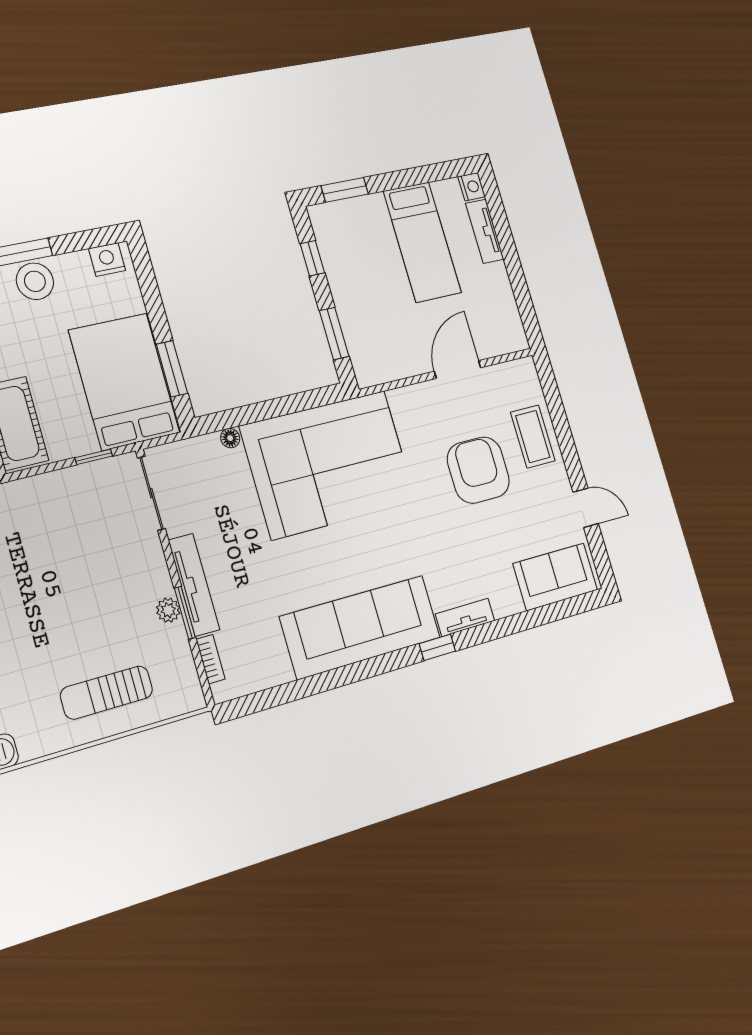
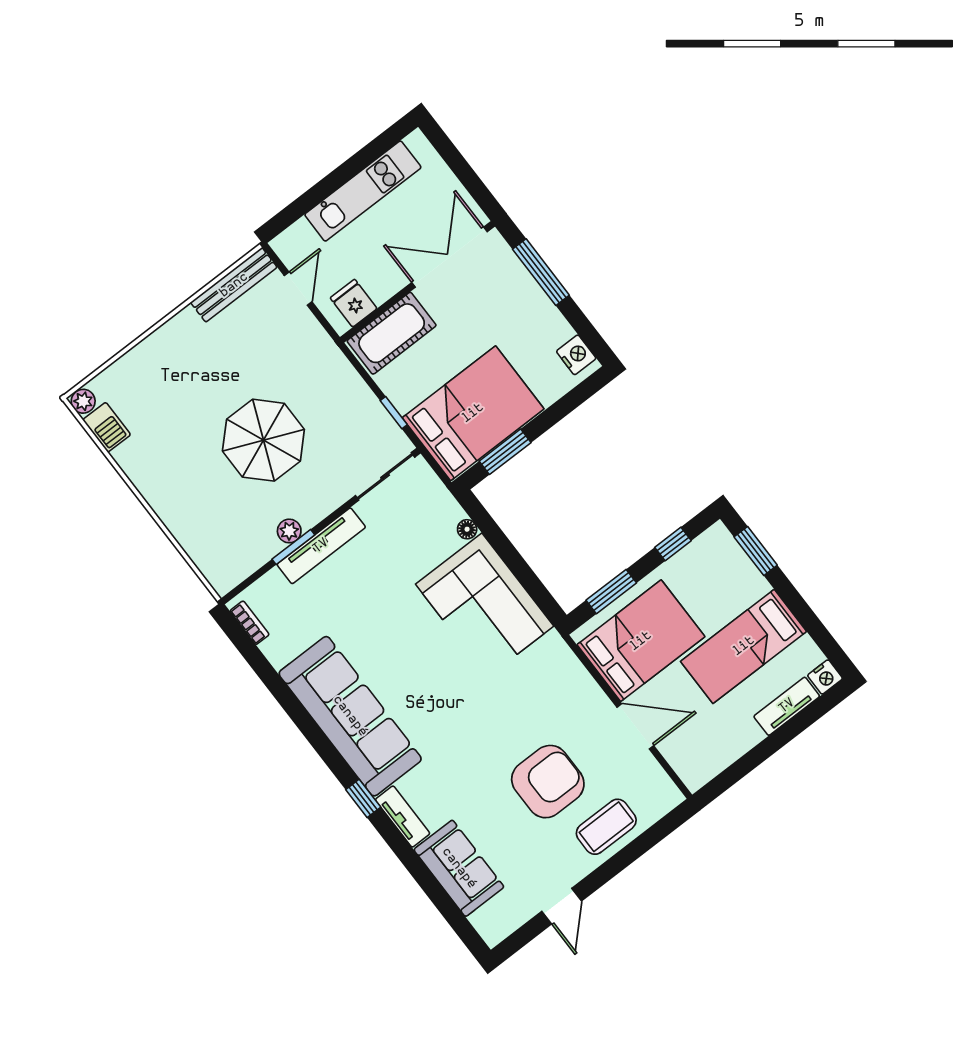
stool: (35, 281) -> (525, 300), removed
bed: (386, 328) -> (641, 641), added
corner sofa: (329, 464) -> (485, 605), width x0.73, depth x0.74
sofa: (555, 577) -> (459, 868), moved
parasol: (70, 597) -> (263, 440), added
bookcase: (211, 659) -> (250, 623), moved, turned -90
sun lounger: (107, 693) -> (196, 504), removed

